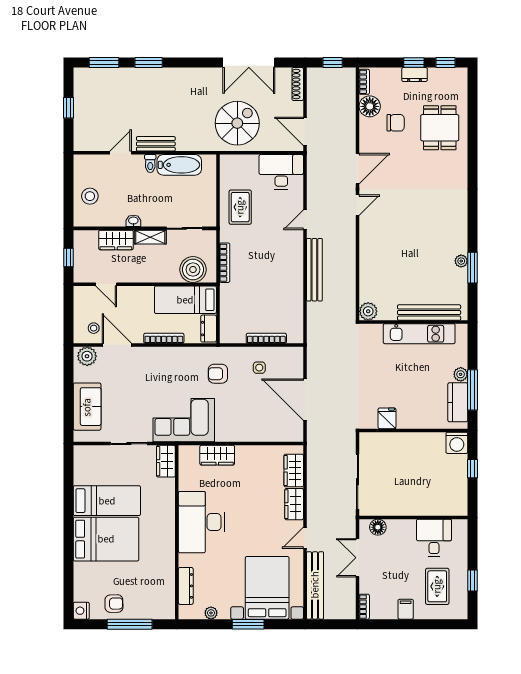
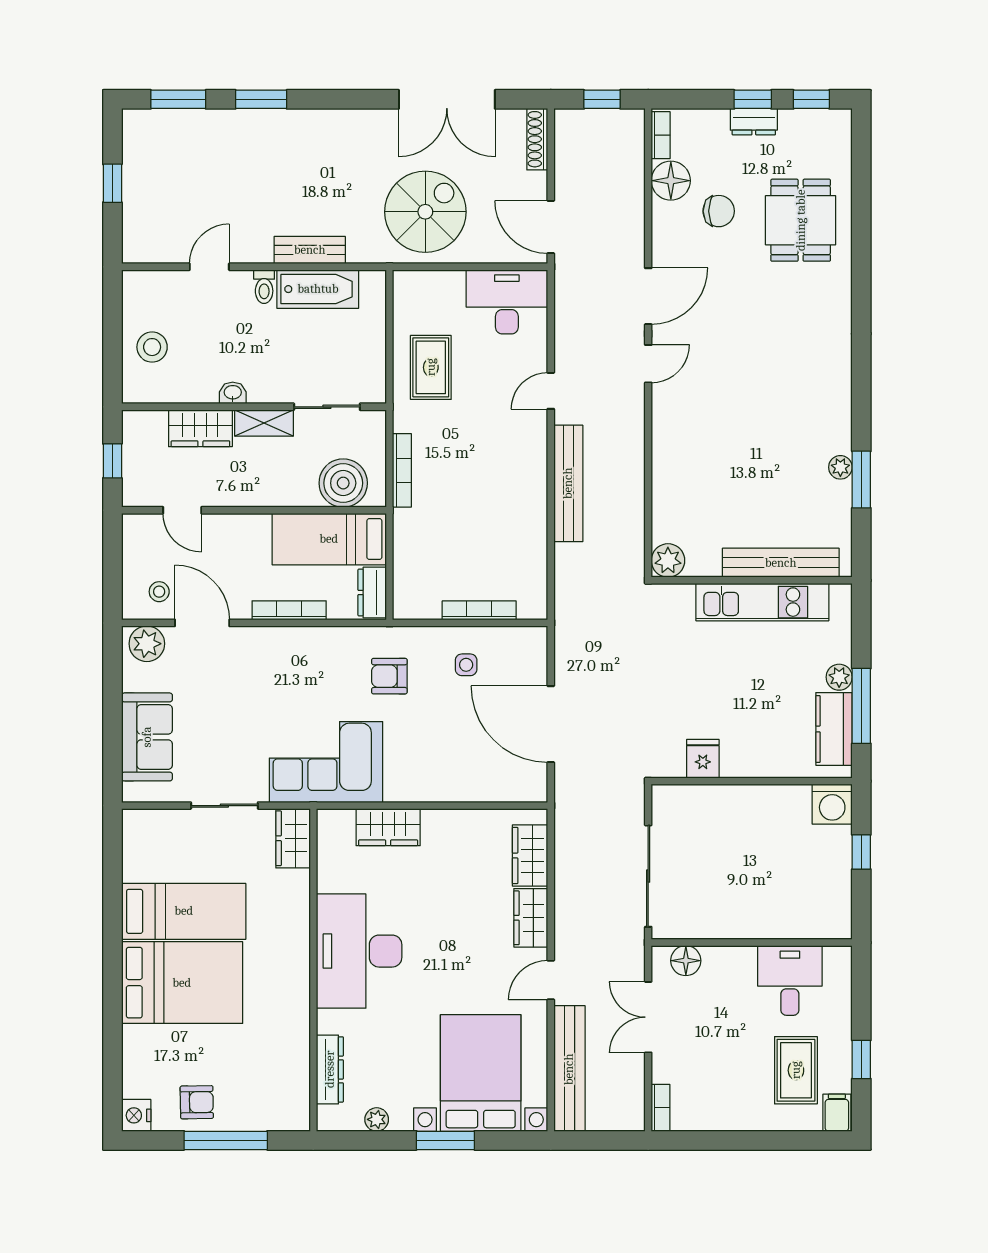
bench: (156, 144) -> (310, 250), moved
filing cabinet: (406, 609) -> (837, 1113), moved

